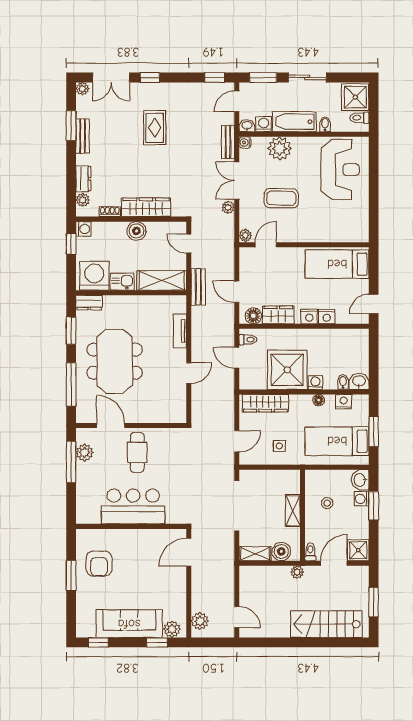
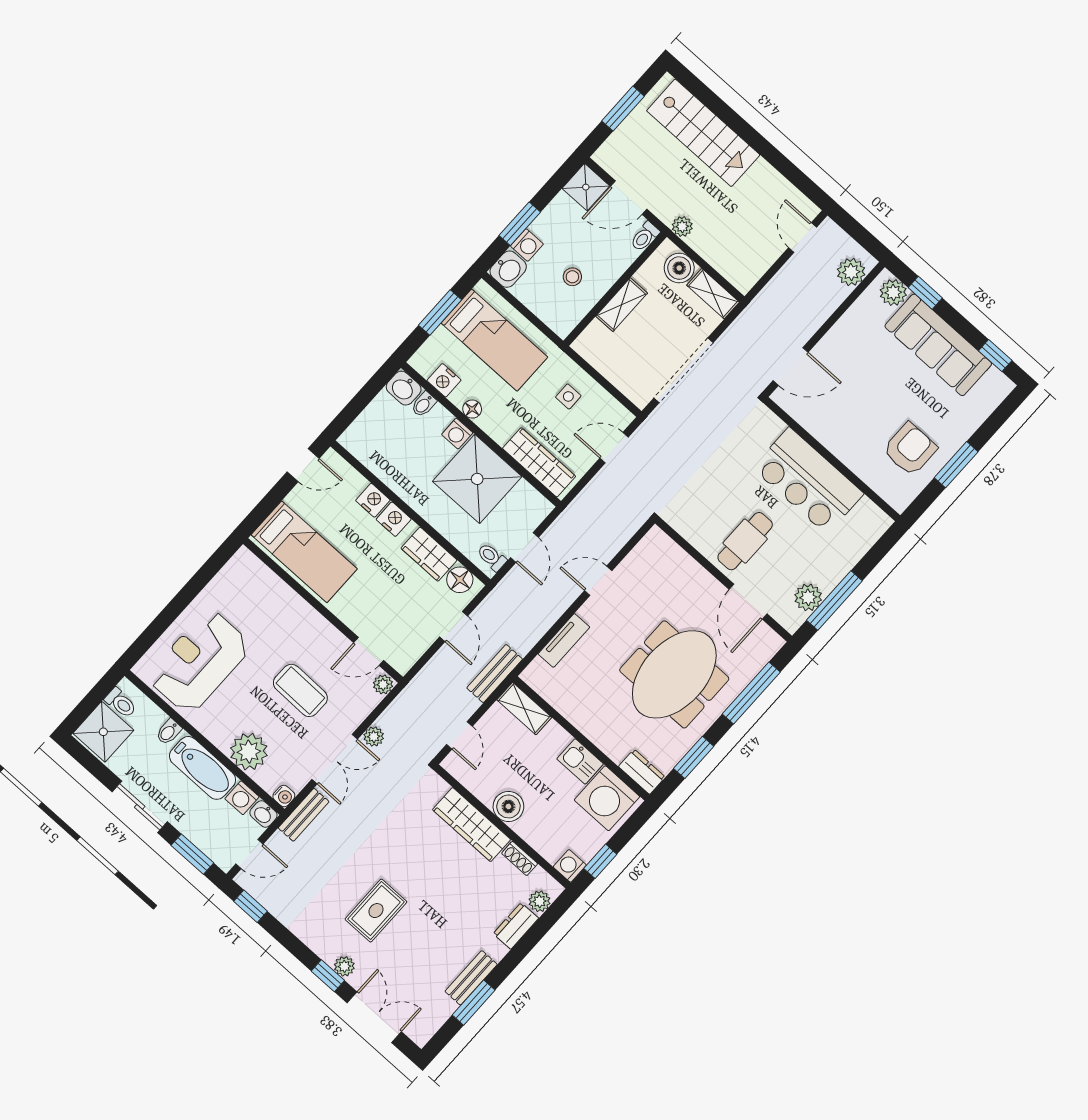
plant: (82, 89) -> (344, 966), moved
shelving: (162, 280) -> (524, 709), width x0.67, depth x0.75

